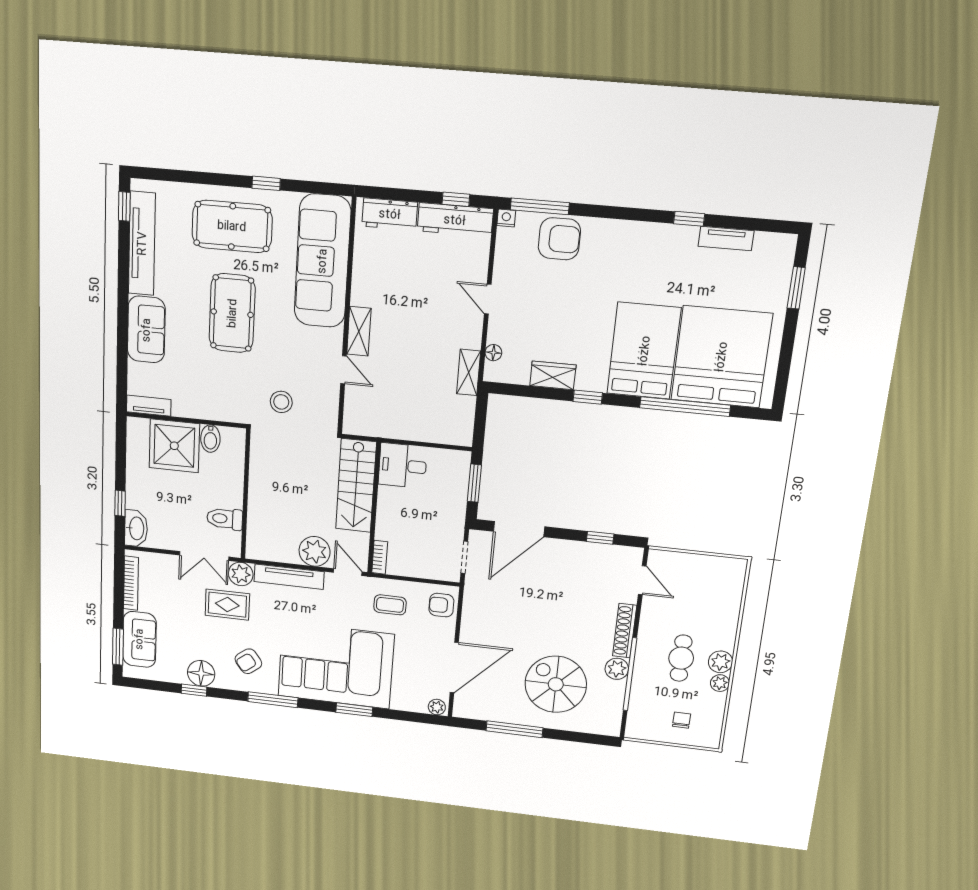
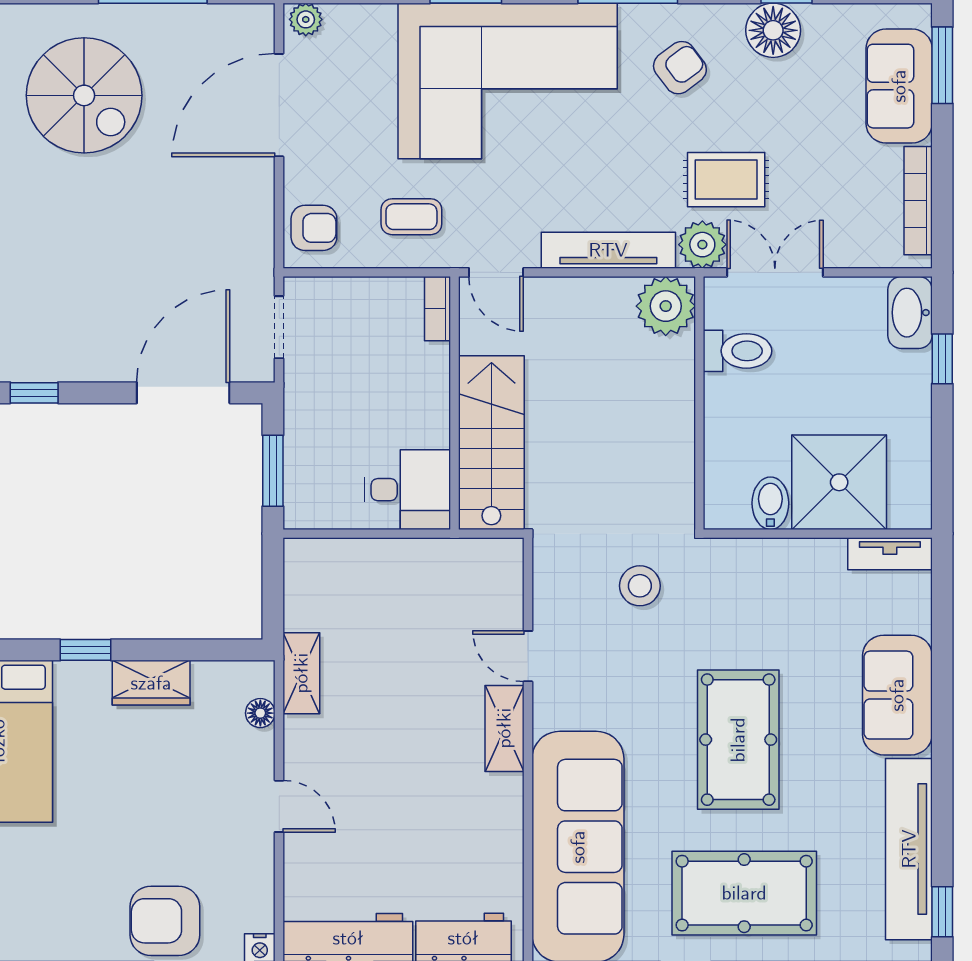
plant: (315, 551) -> (666, 306), moved

